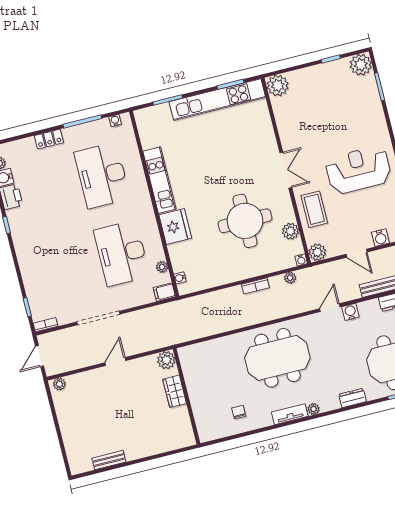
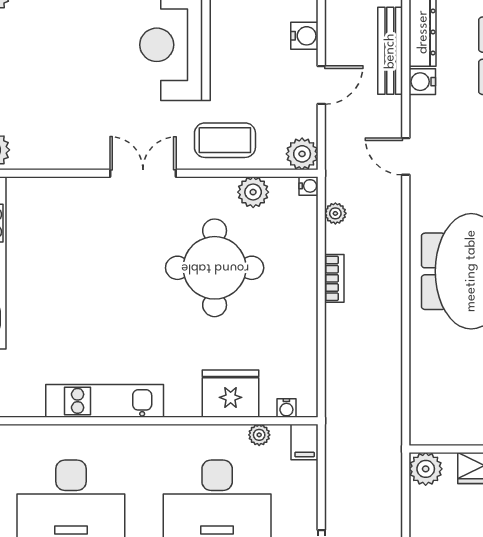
fridge: (175, 226) -> (231, 394), moved
water cooler: (350, 312) -> (422, 82), moved

